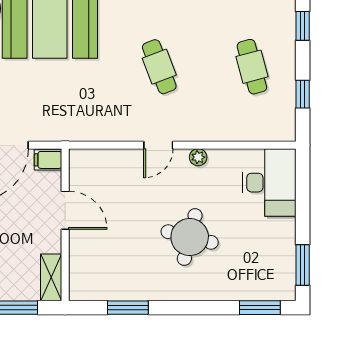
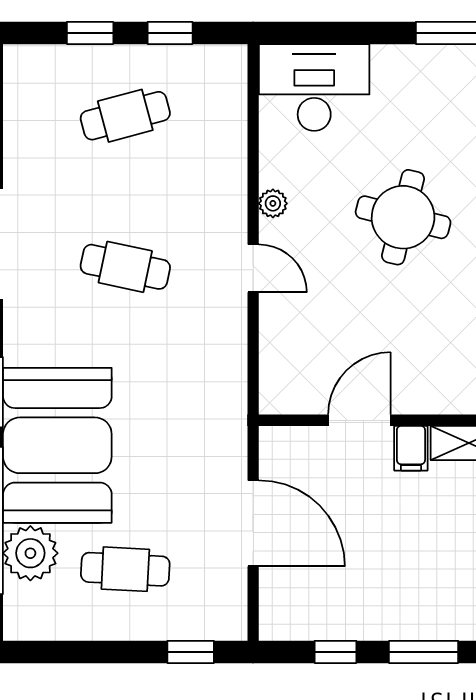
window: (303, 26) -> (90, 33), moved
cafe table: (159, 67) -> (125, 267), turned 33
filing cabinet: (48, 160) -> (411, 448), moved

